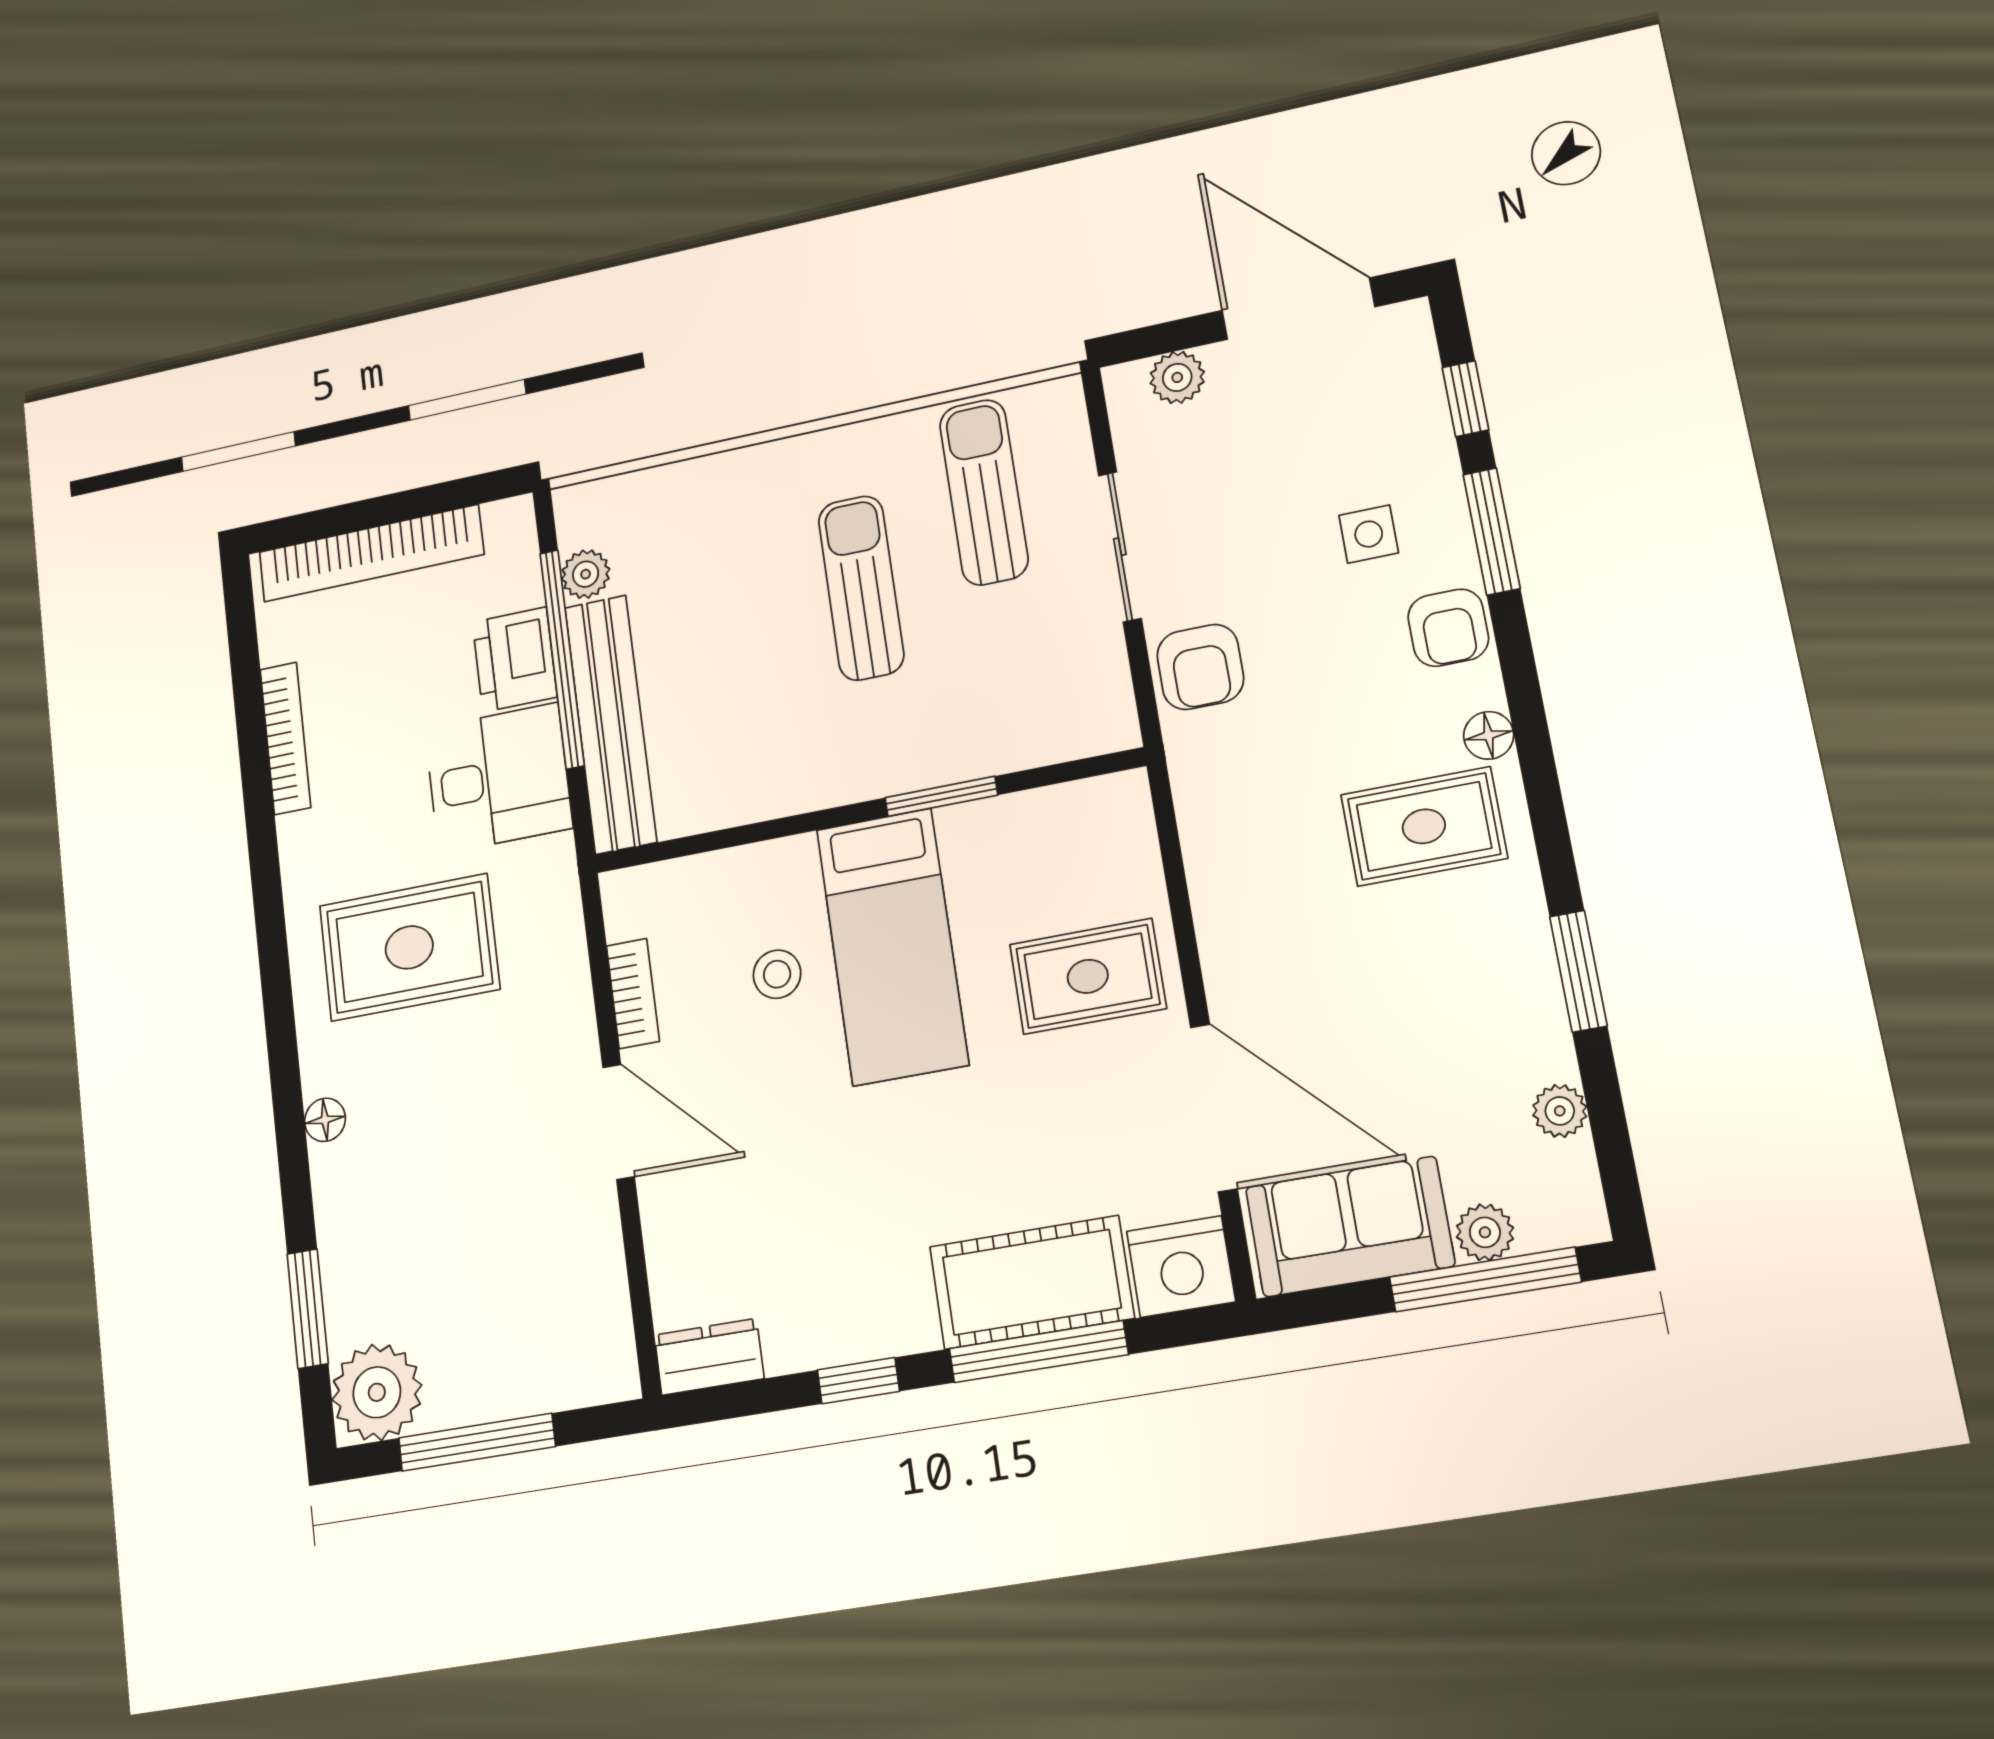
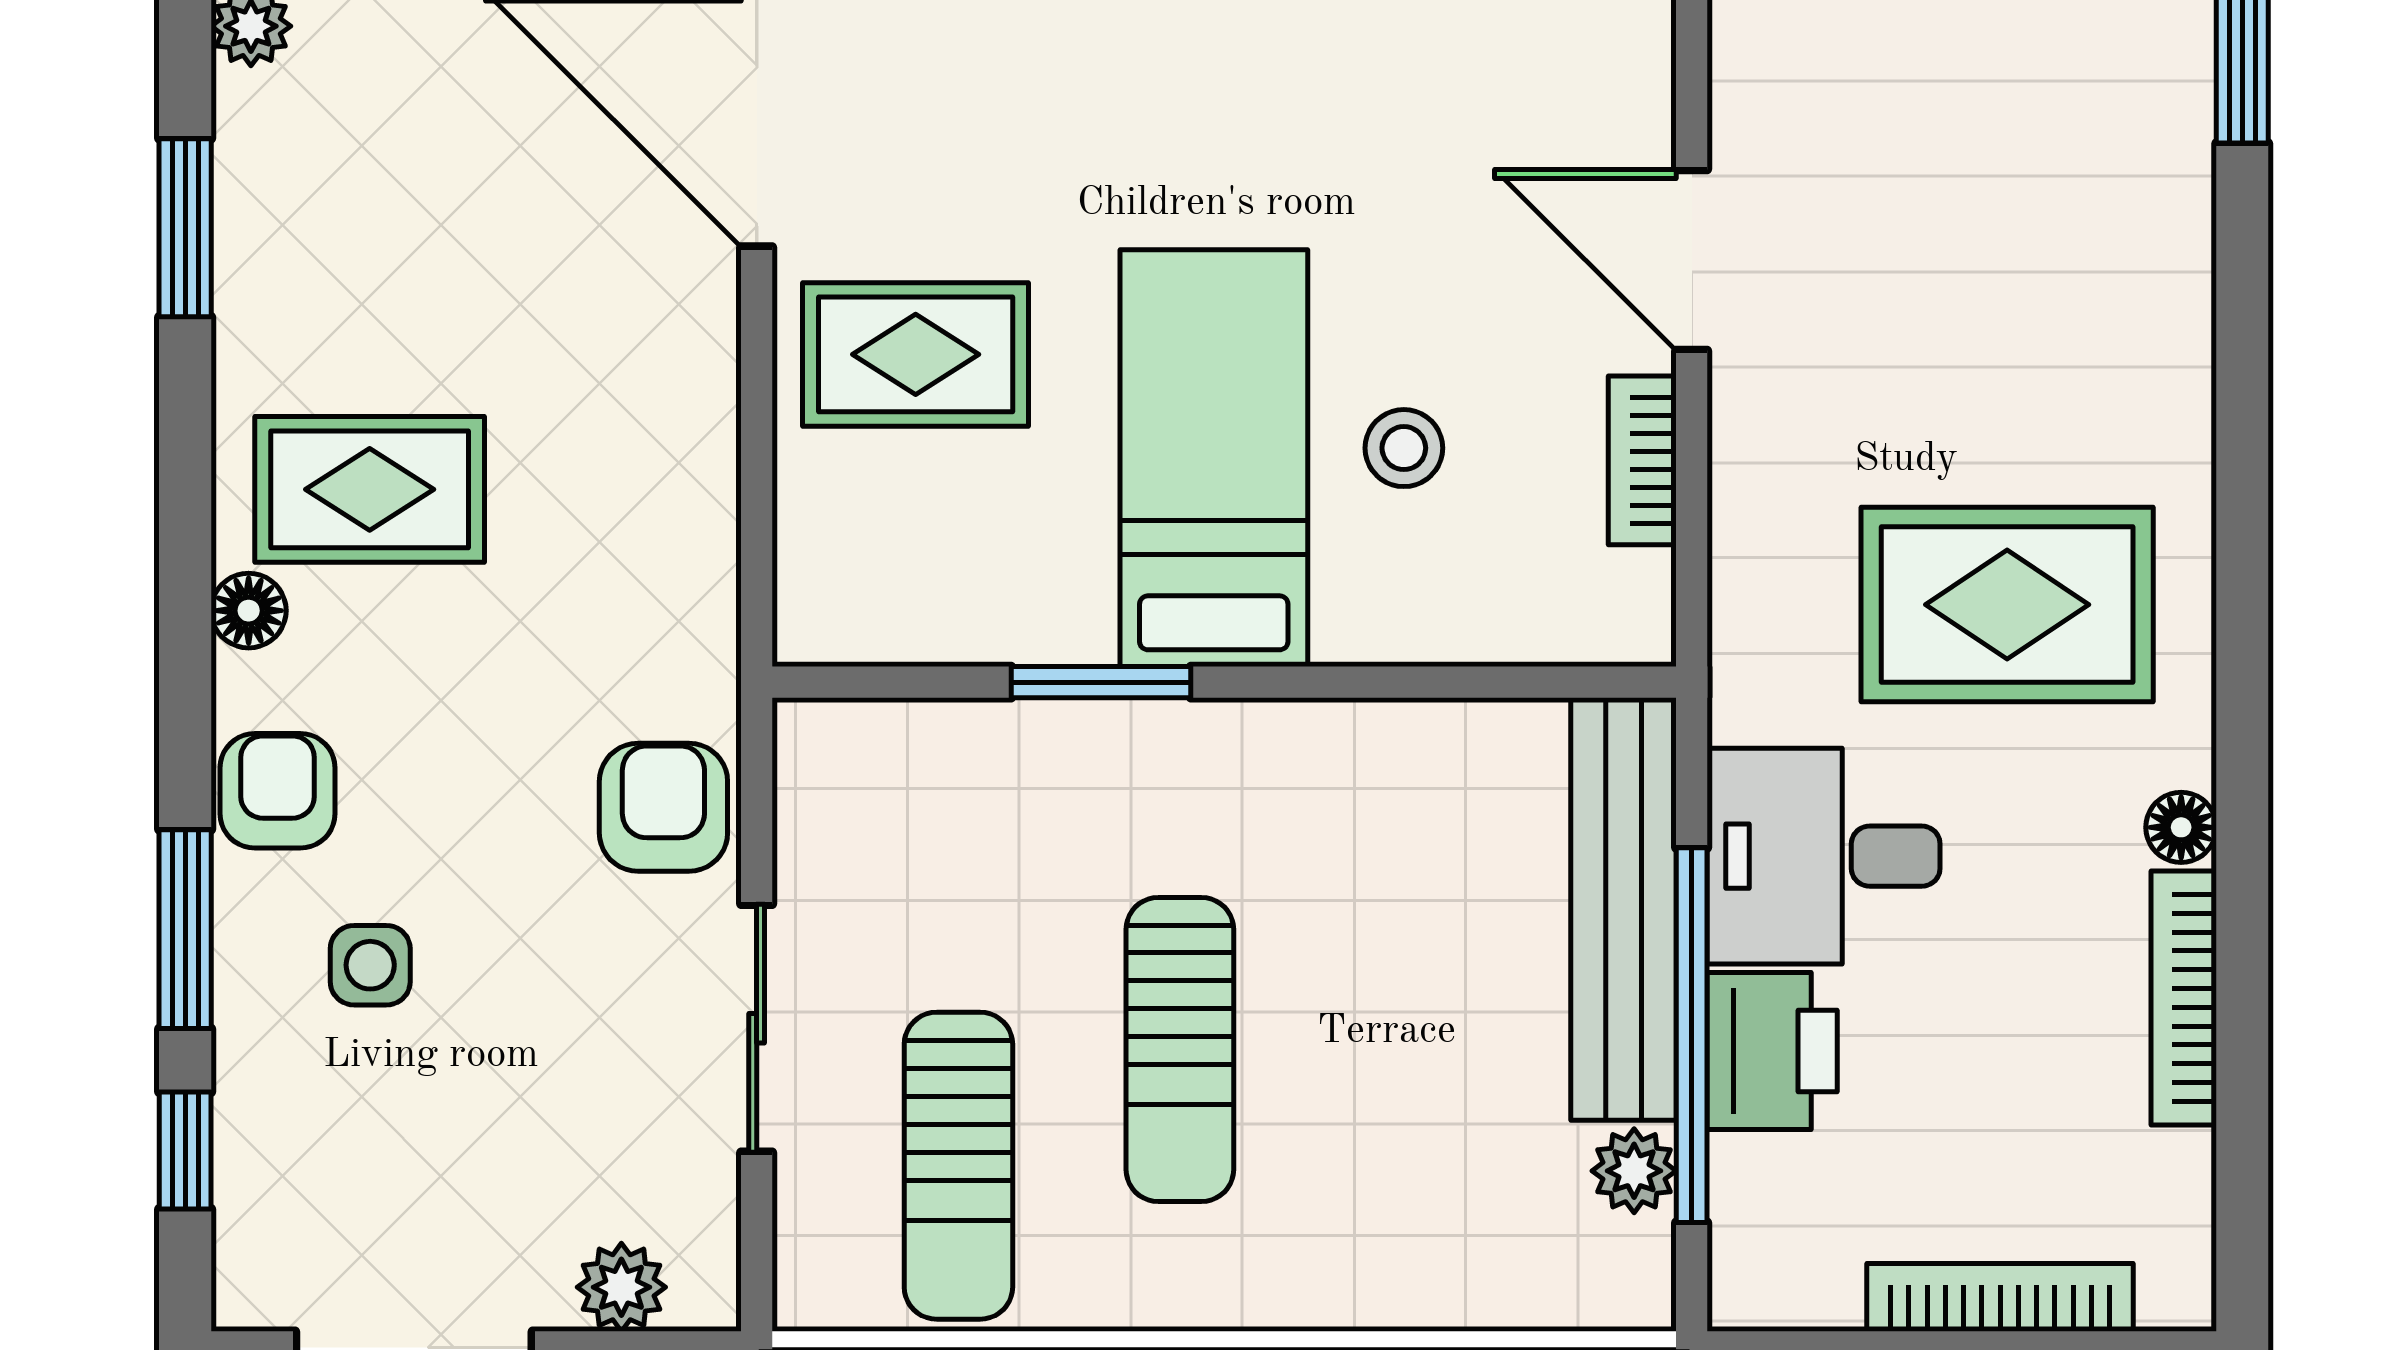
bookcase: (371, 553) -> (2000, 1297), width x0.68, depth x0.76
floor lamp: (325, 1120) -> (2181, 827), moved

